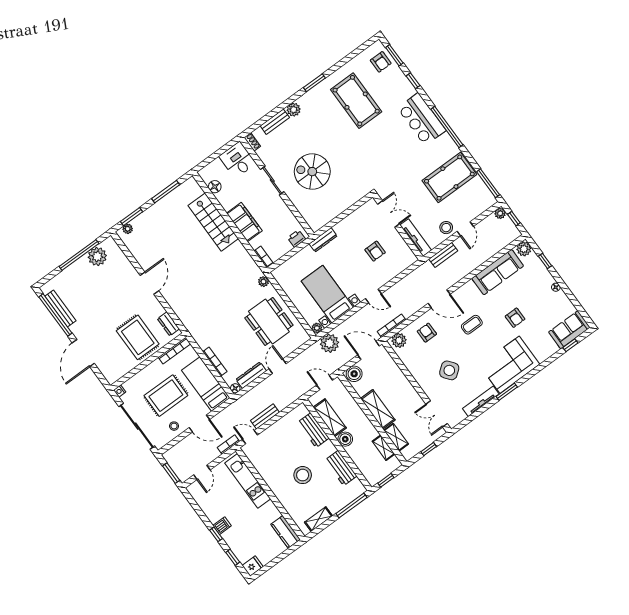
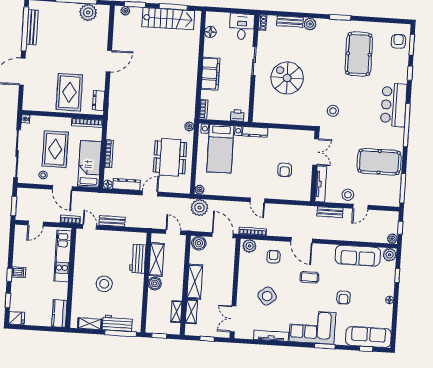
armchair: (381, 62) -> (398, 41), turned 180
stool: (374, 167) -> (333, 111), added
plant: (500, 213) -> (392, 239), moved
stairs: (213, 222) -> (168, 19), moved, turned -90
bed with nightstands: (327, 294) -> (220, 149), moved, turned 180
sofa: (569, 330) -> (368, 337), width x1.36
window: (507, 392) -> (325, 346), moved
rug: (166, 396) -> (55, 149), turned 90
workbench: (341, 468) -> (117, 323), moved, turned 90

